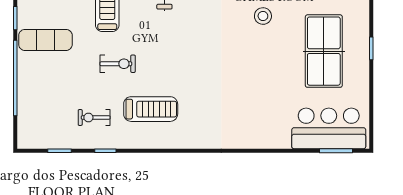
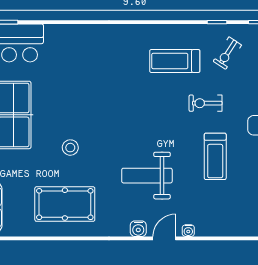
exercise bike: (94, 117) -> (227, 53), turned 123

